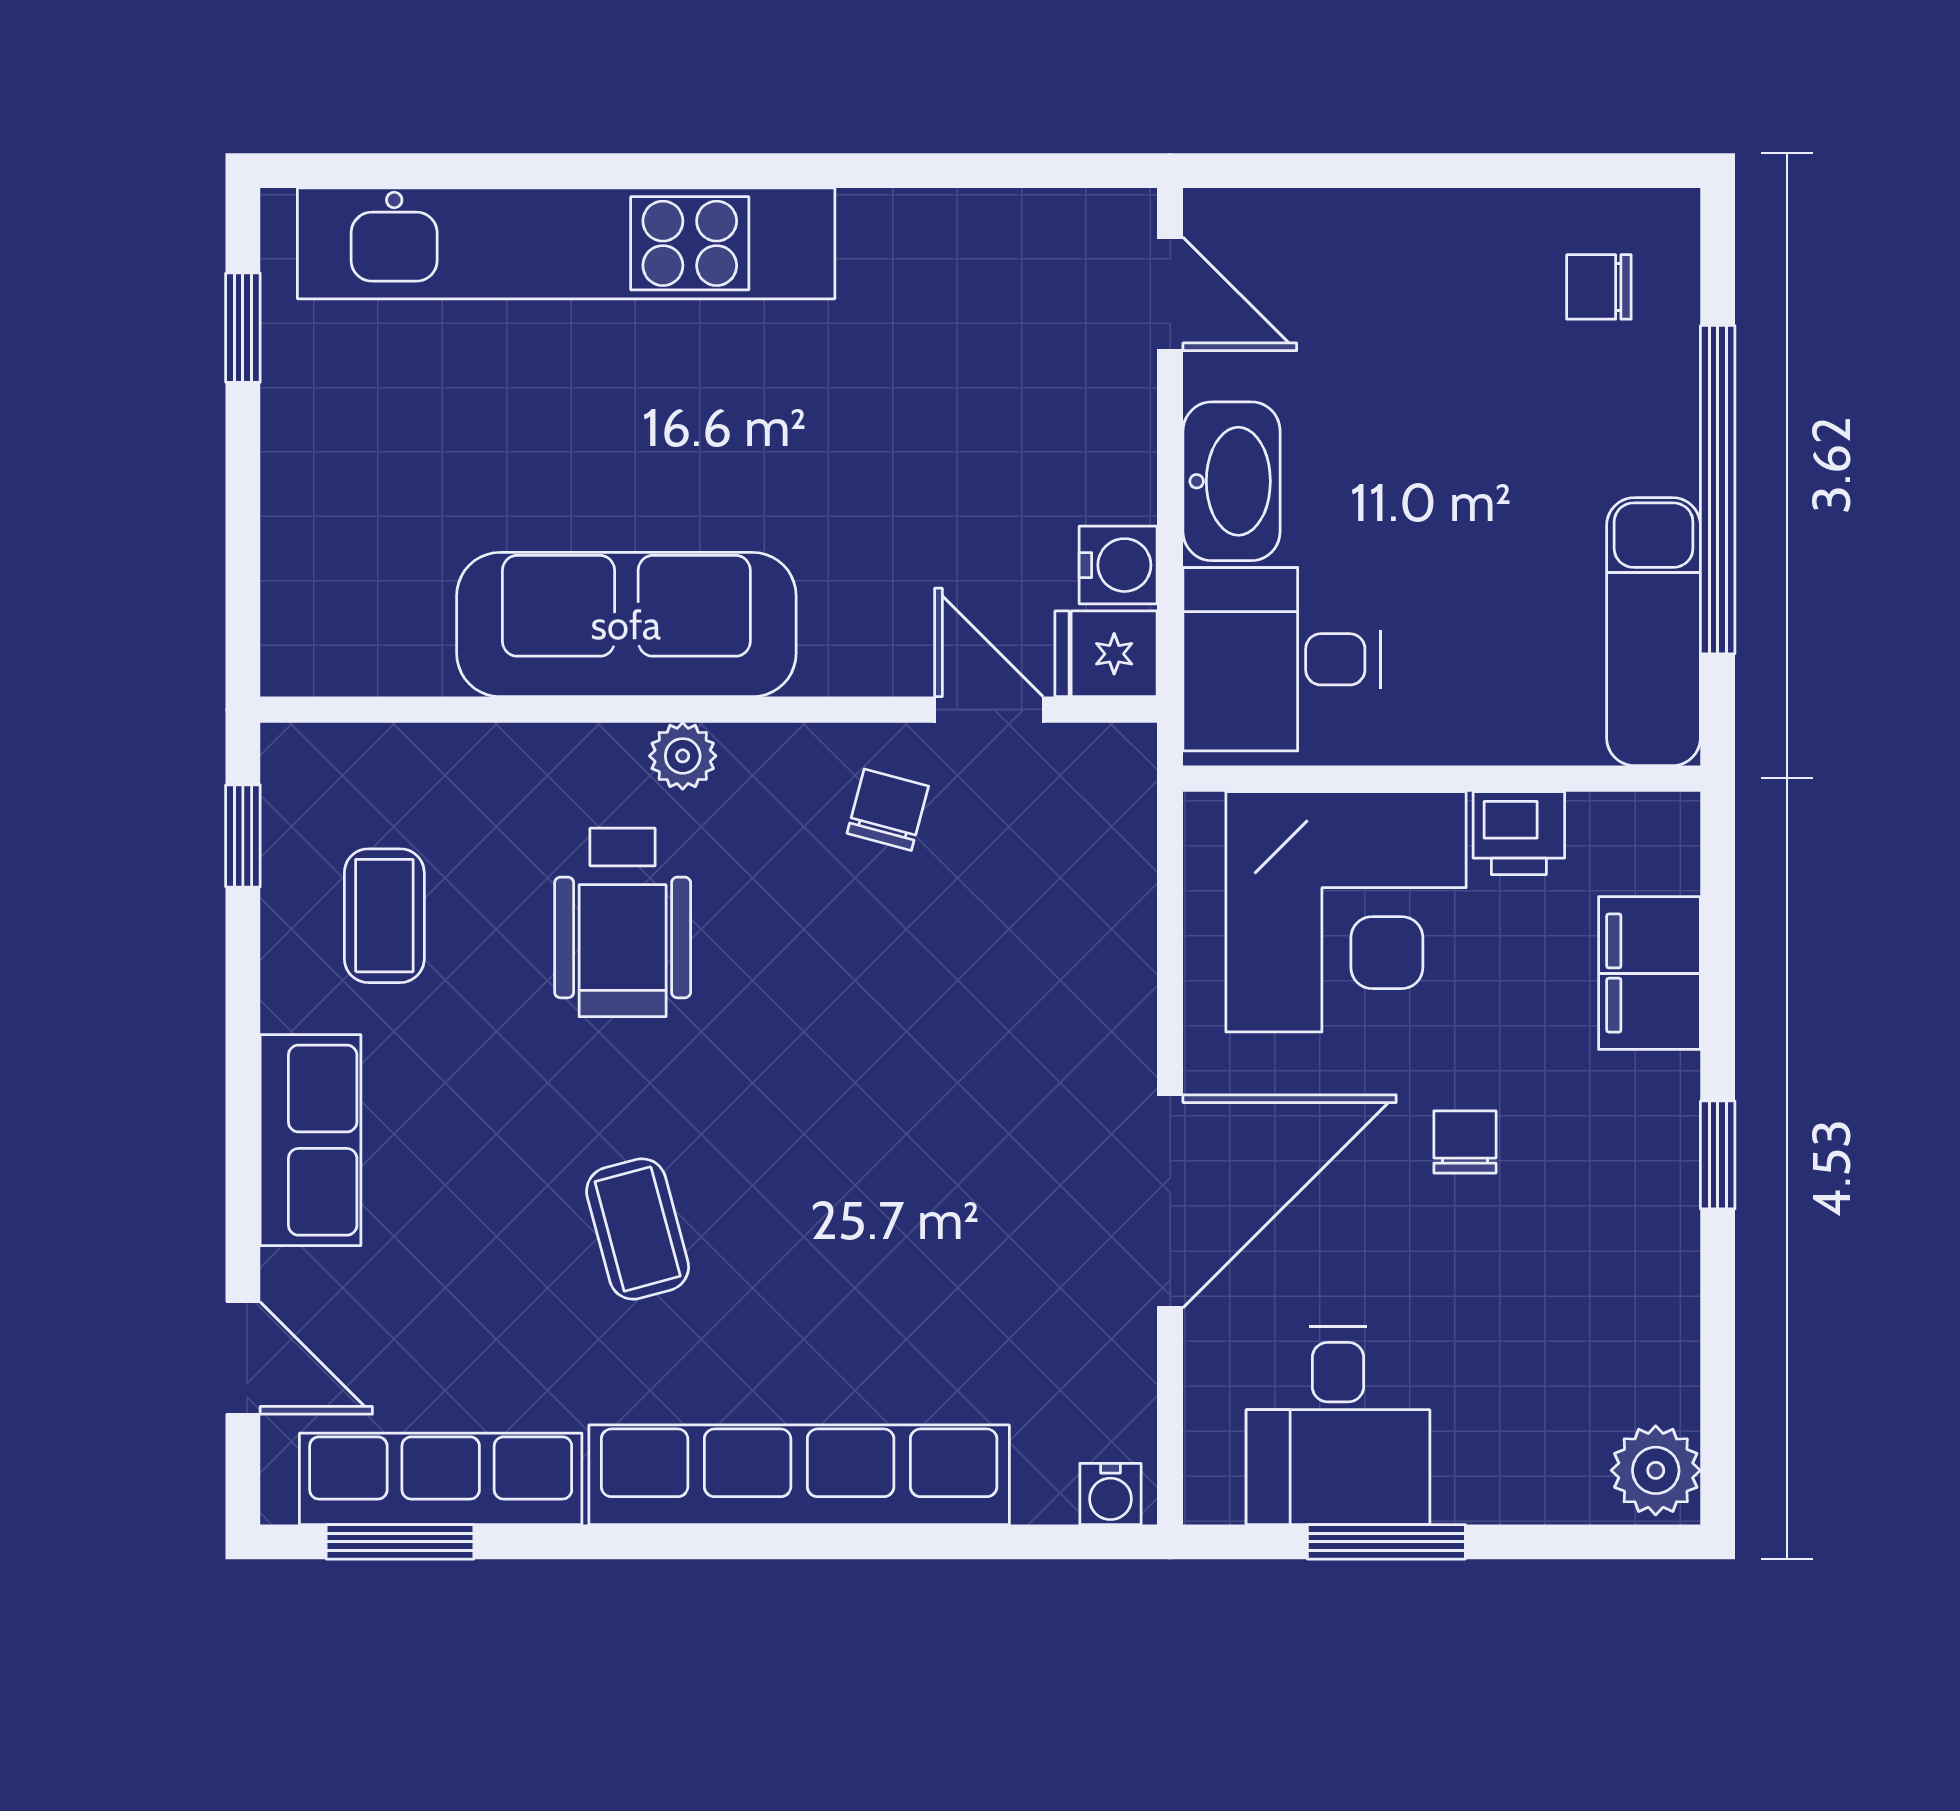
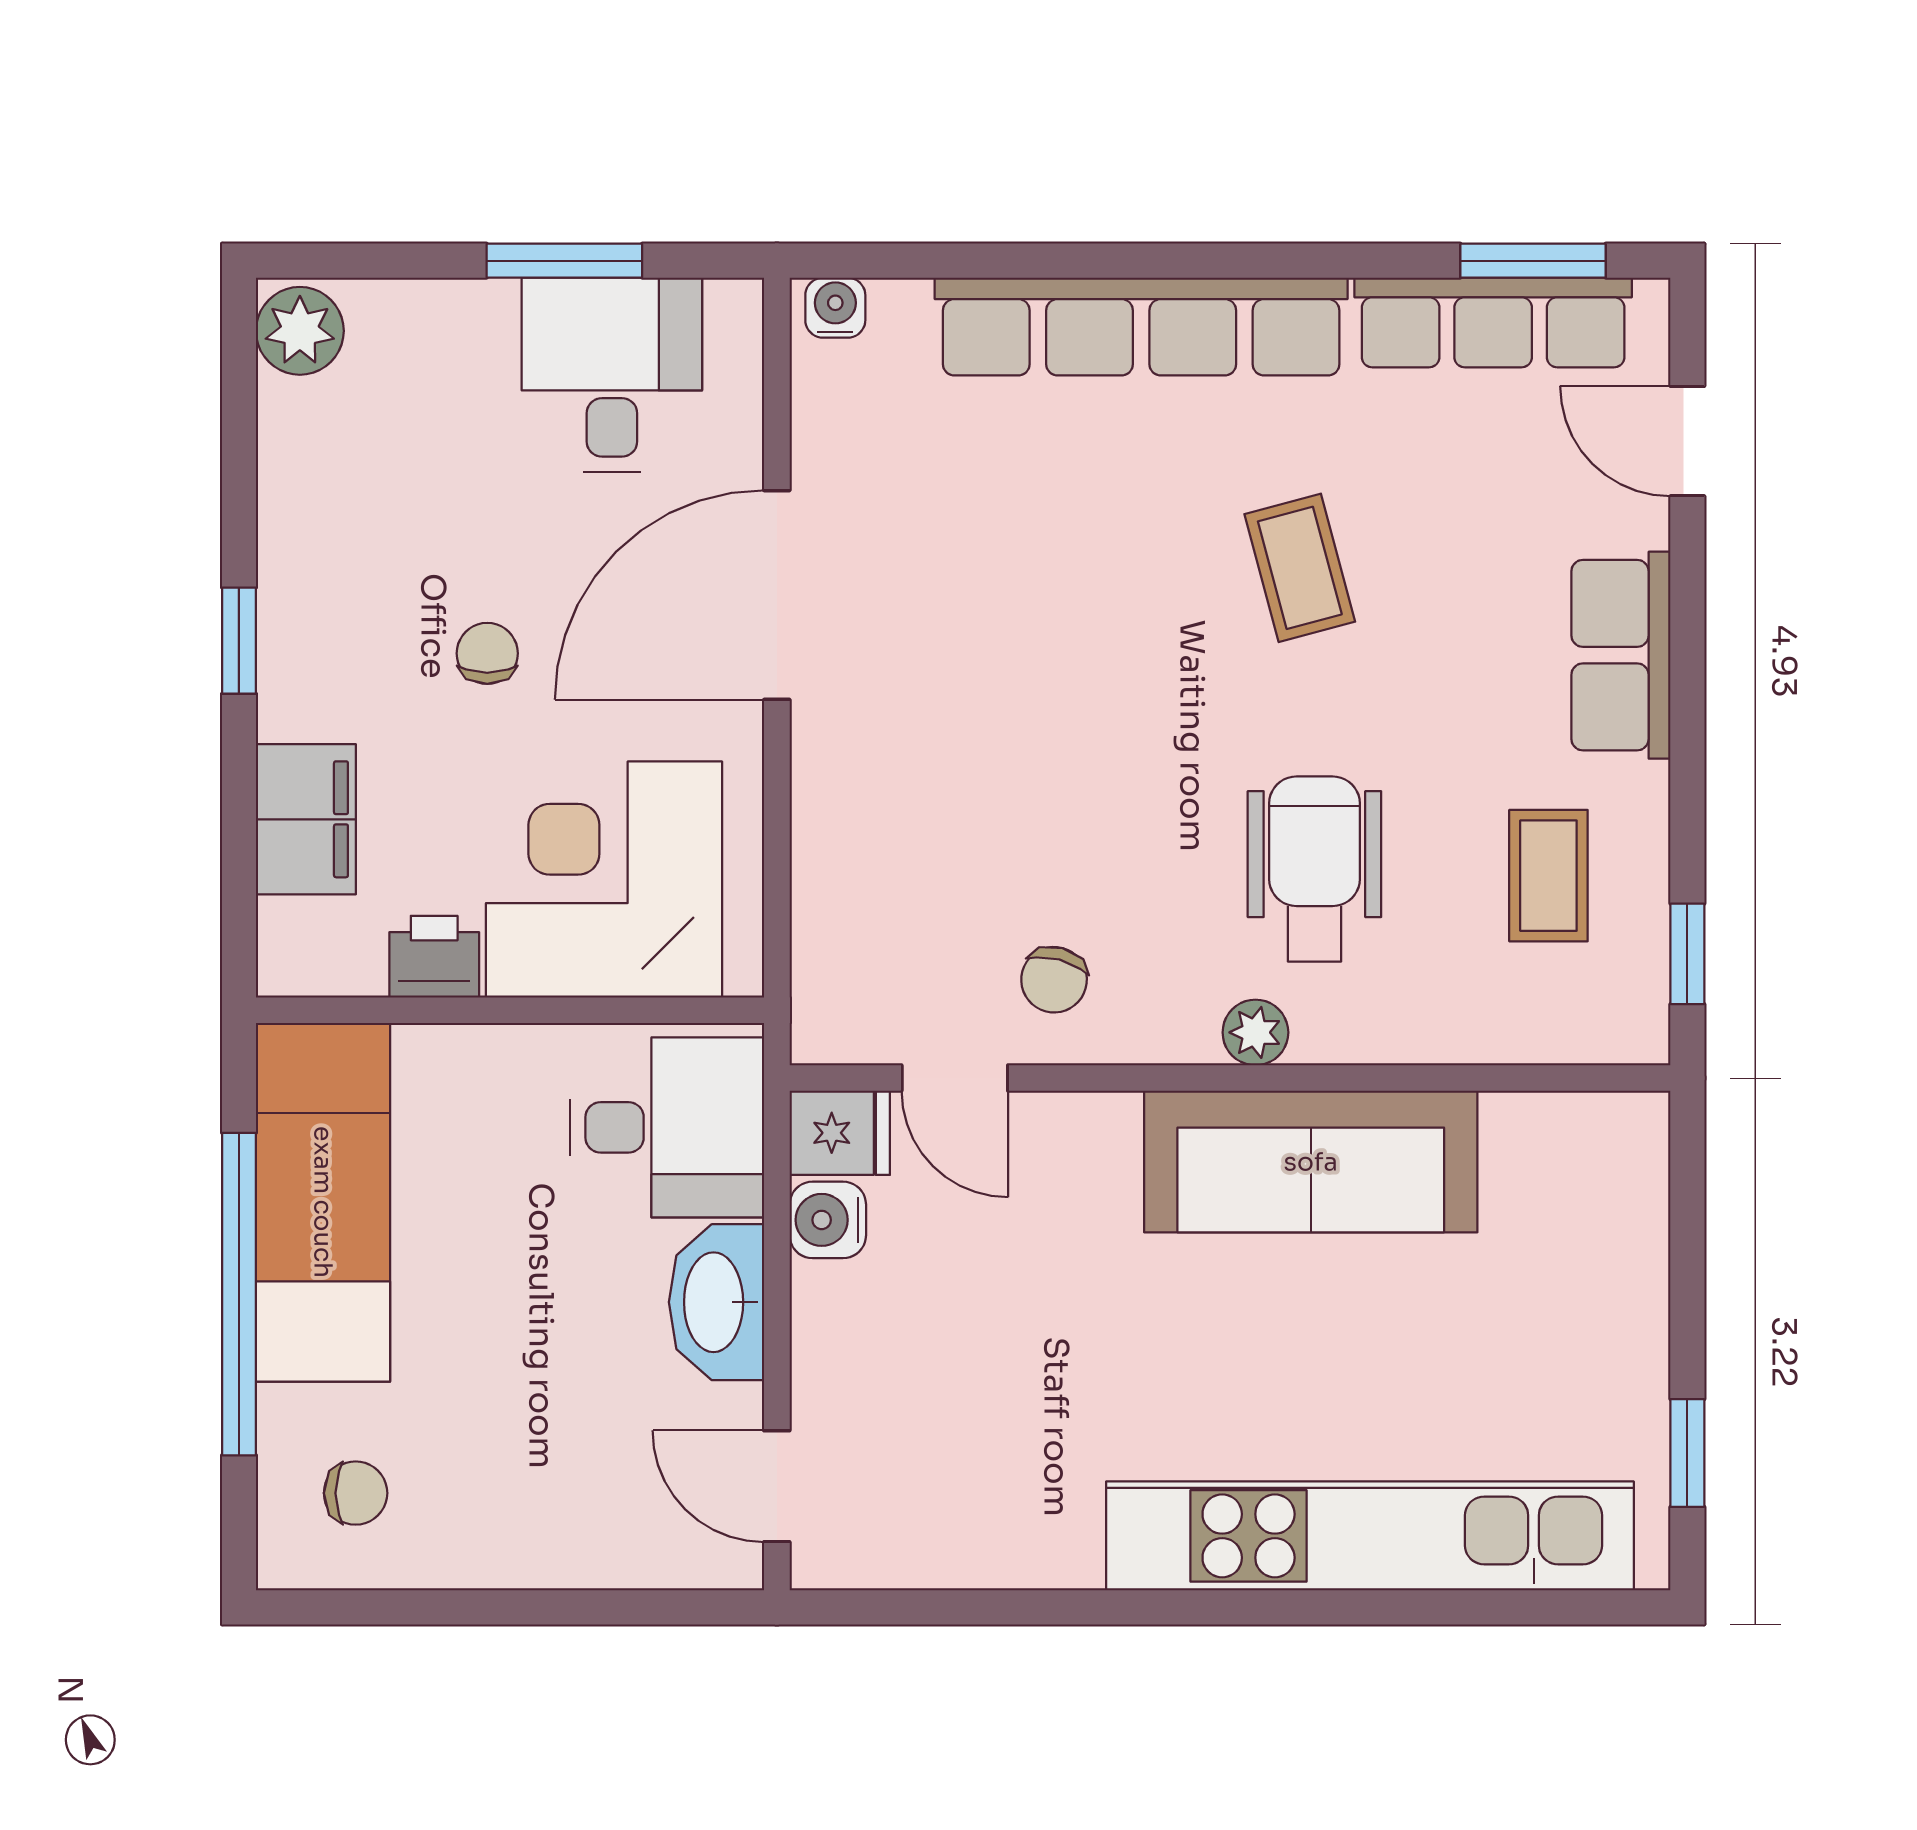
exam couch: (1654, 632) -> (323, 1202), width x1.36, depth x1.45
chair: (1465, 1142) -> (487, 653), turned 180

